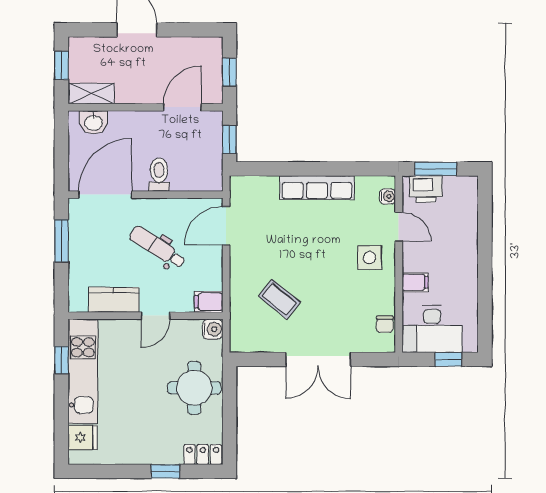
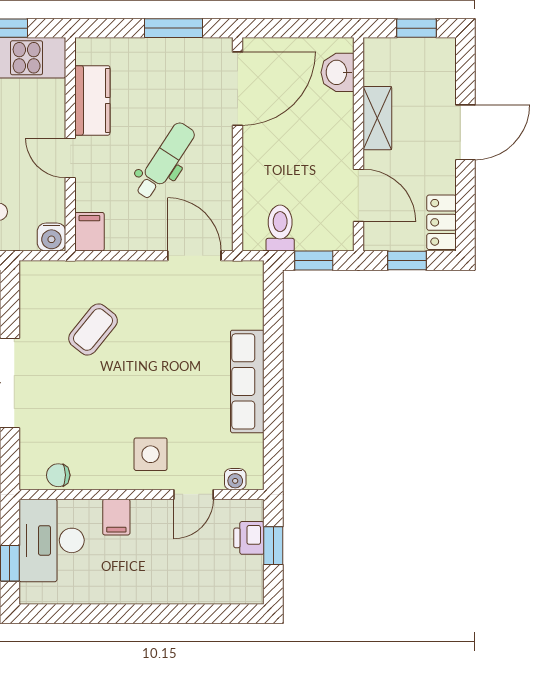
locker: (202, 47) -> (441, 222), added
shelving: (91, 94) -> (377, 118), moved
window: (436, 169) -> (273, 546), width x0.67
toilet: (159, 175) -> (280, 228), moved, turned -90
printer: (426, 189) -> (249, 538), width x0.73, depth x0.81
door: (105, 195) -> (238, 89), hinge flipped

